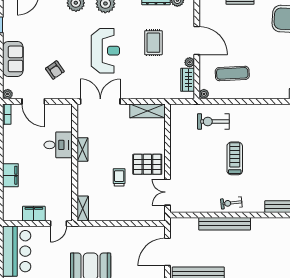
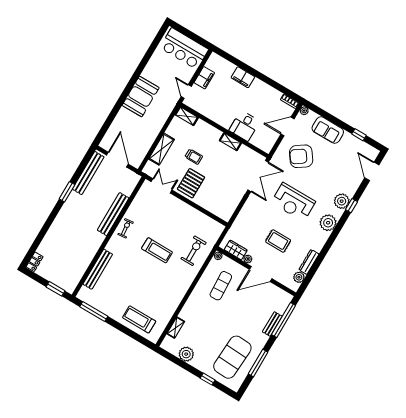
armchair: (55, 70) -> (301, 156), width x1.88, depth x1.88
shelving: (147, 111) -> (161, 149), moved

